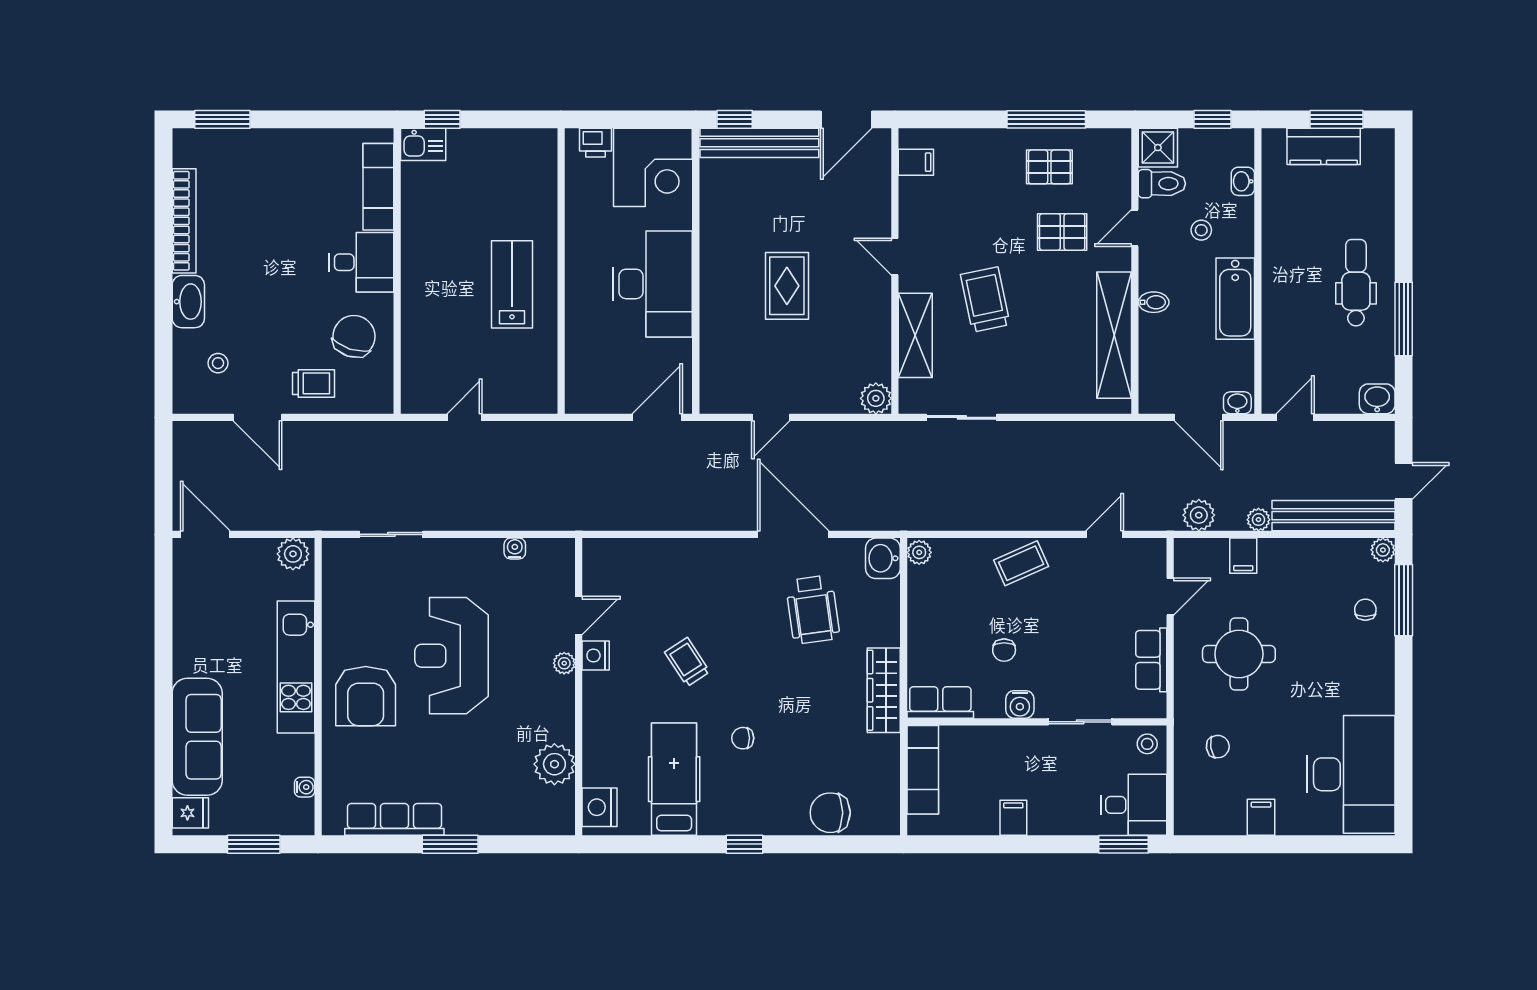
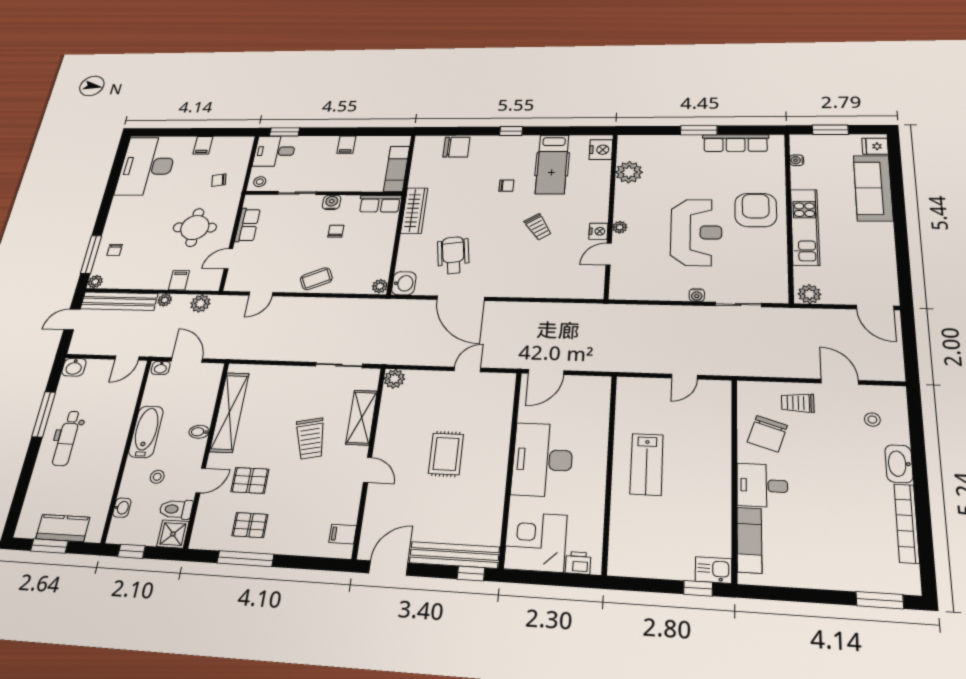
water cooler: (515, 549) -> (697, 295), moved

